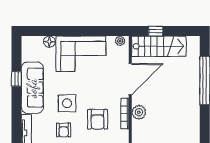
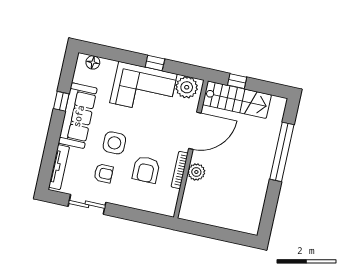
window: (86, 31) -> (155, 63), added
plant: (120, 41) -> (187, 87), width x1.87, depth x1.87
floor lamp: (49, 42) -> (93, 62), moved
armchair: (64, 130) -> (104, 173), turned -90

